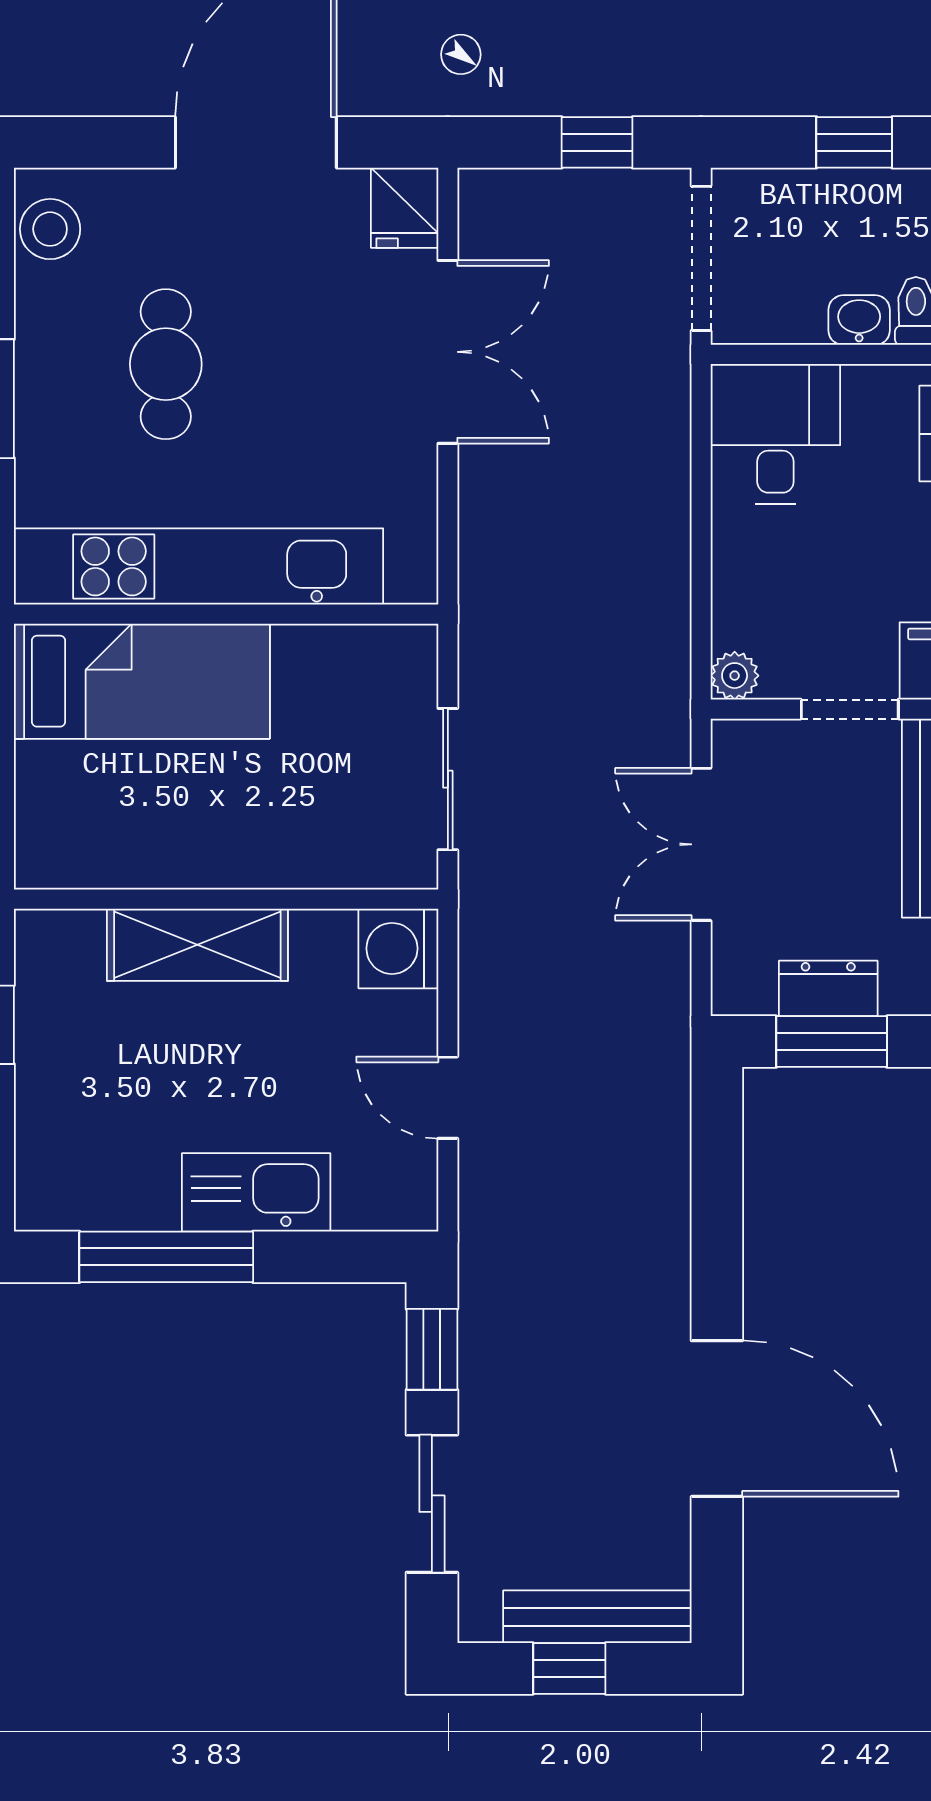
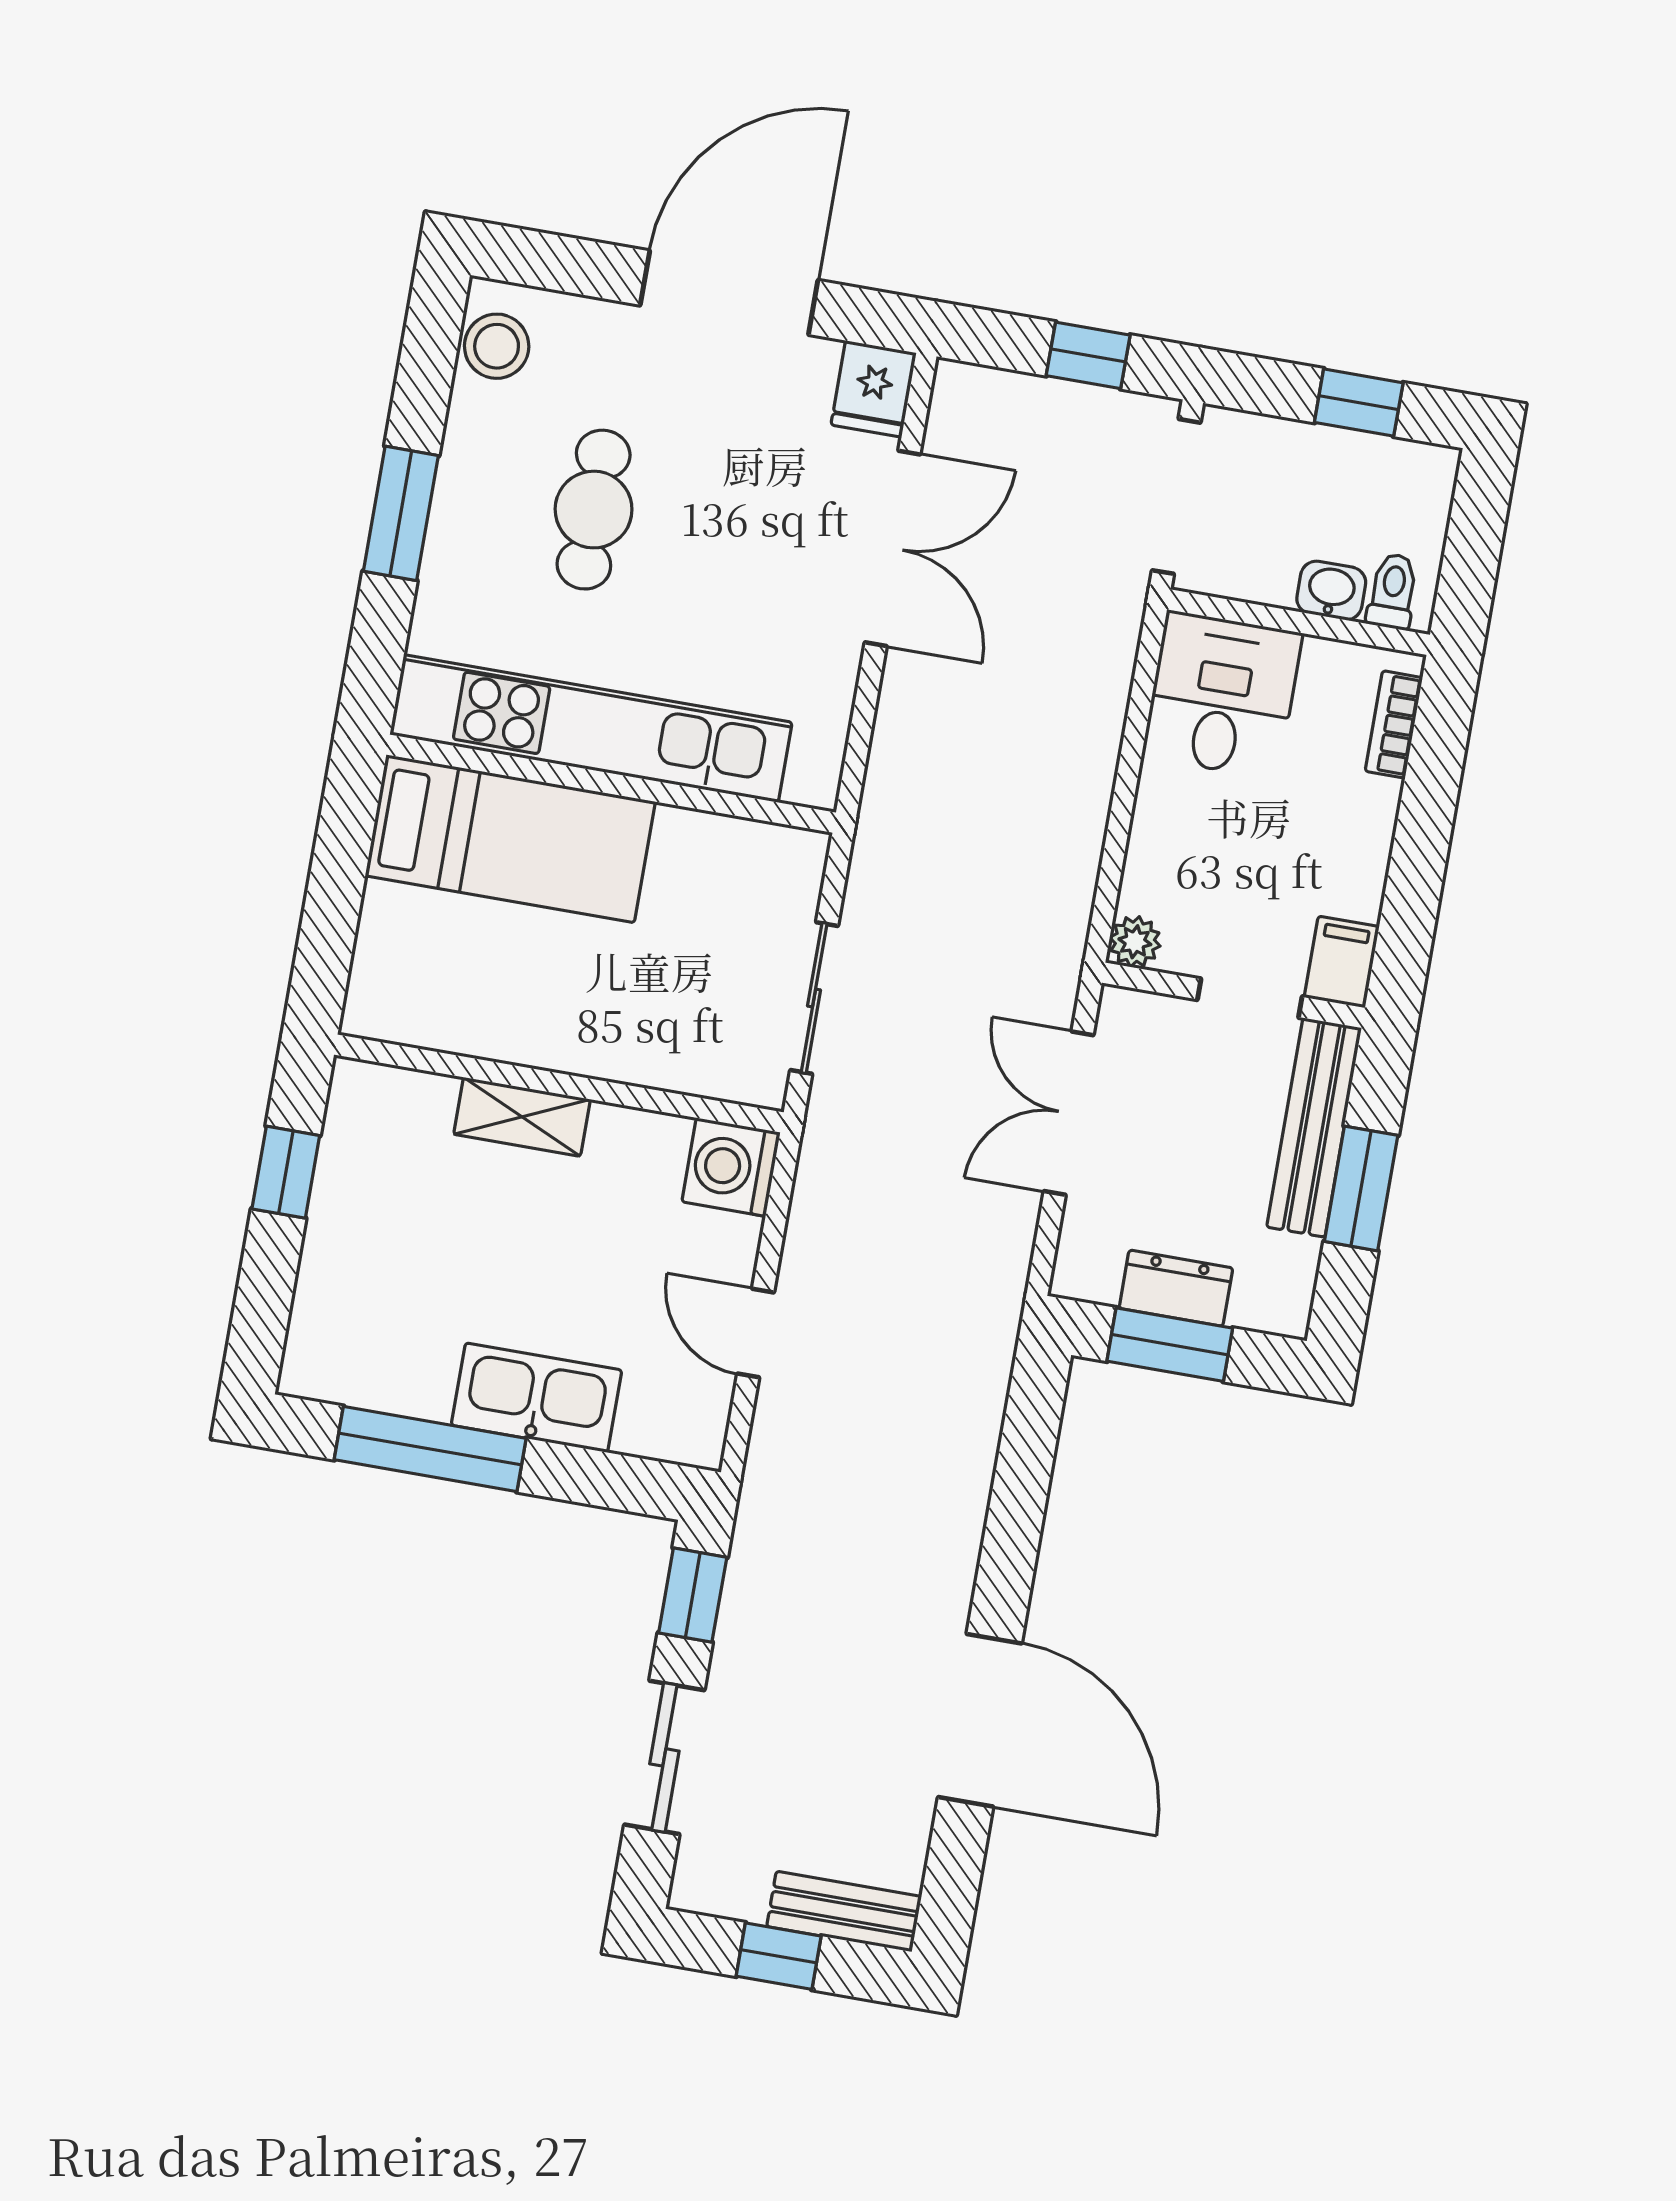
shelving: (197, 945) -> (522, 1117), width x0.67, depth x0.75
bench: (597, 1617) -> (844, 1911), width x0.73

